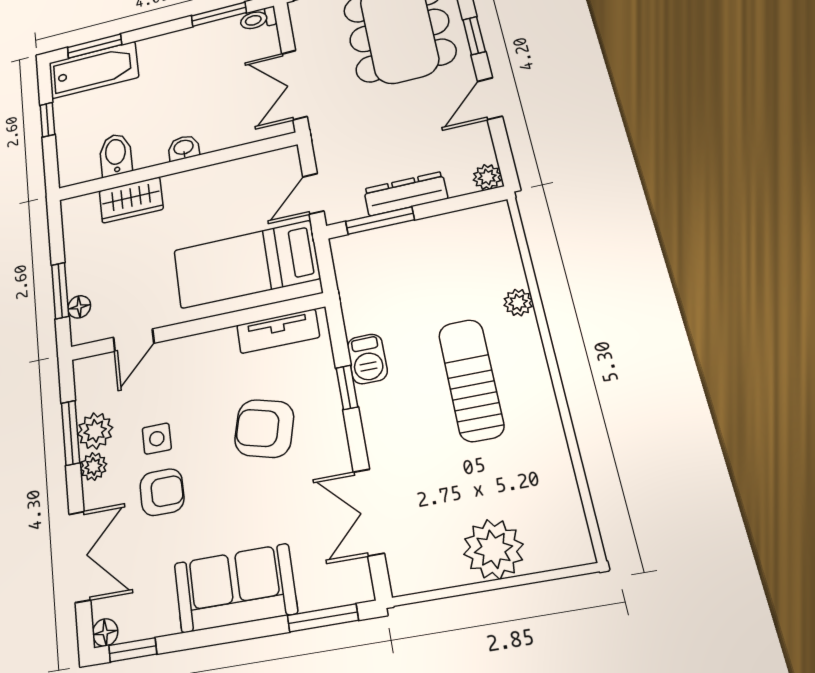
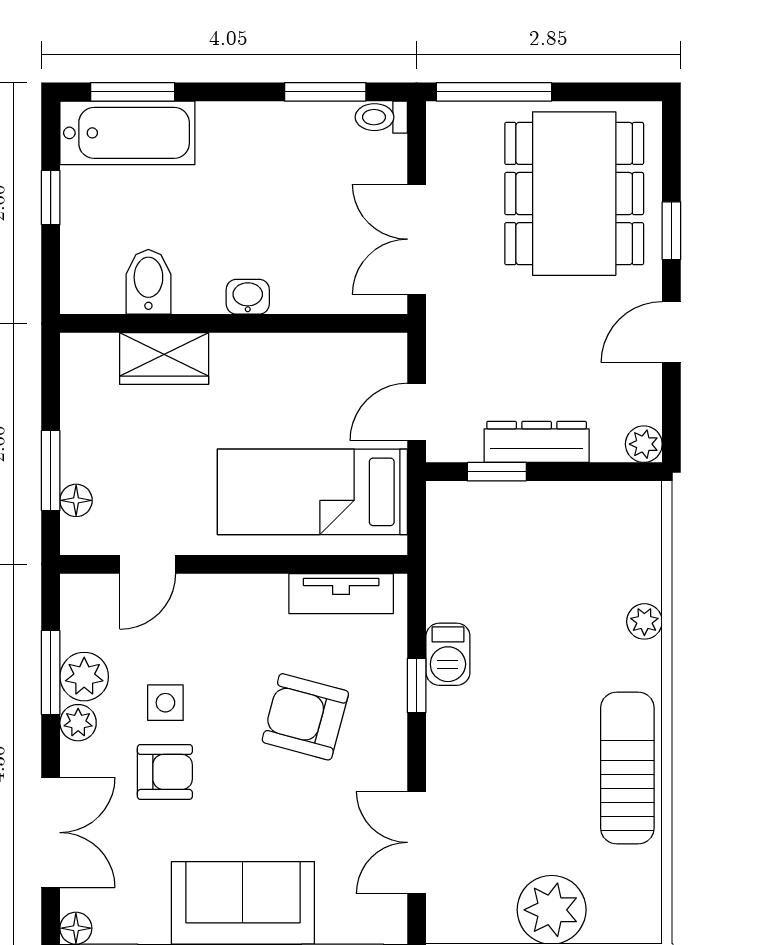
window: (380, 221) -> (497, 472), width x0.67
sun lounger: (471, 380) -> (627, 768), moved

